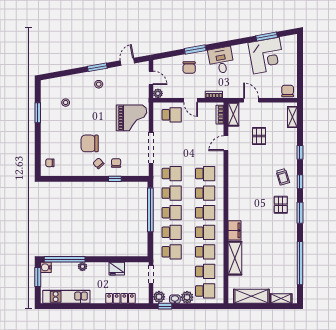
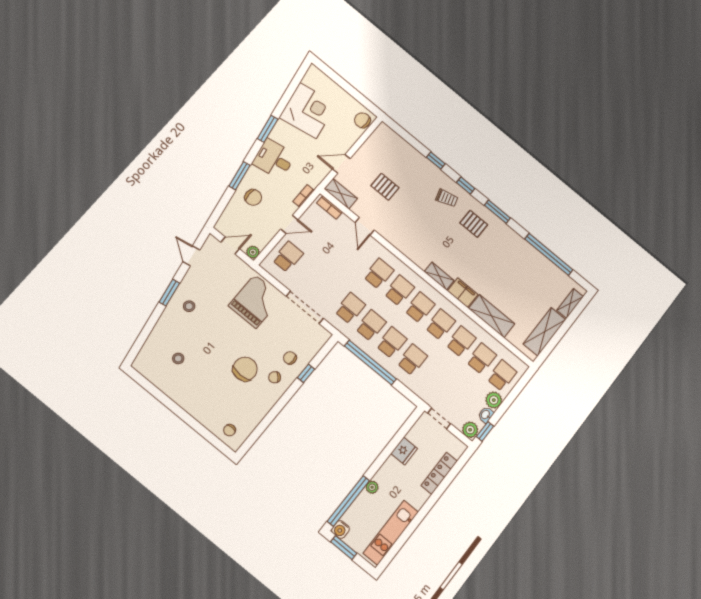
window: (267, 36) -> (268, 129), moved
window: (38, 113) -> (163, 398), removed
shelving: (292, 117) -> (439, 276), moved
chair: (90, 143) -> (245, 369), turned 180
school desk: (172, 252) -> (433, 377), removed

